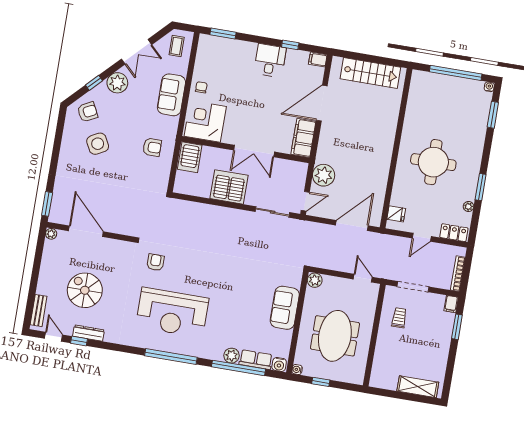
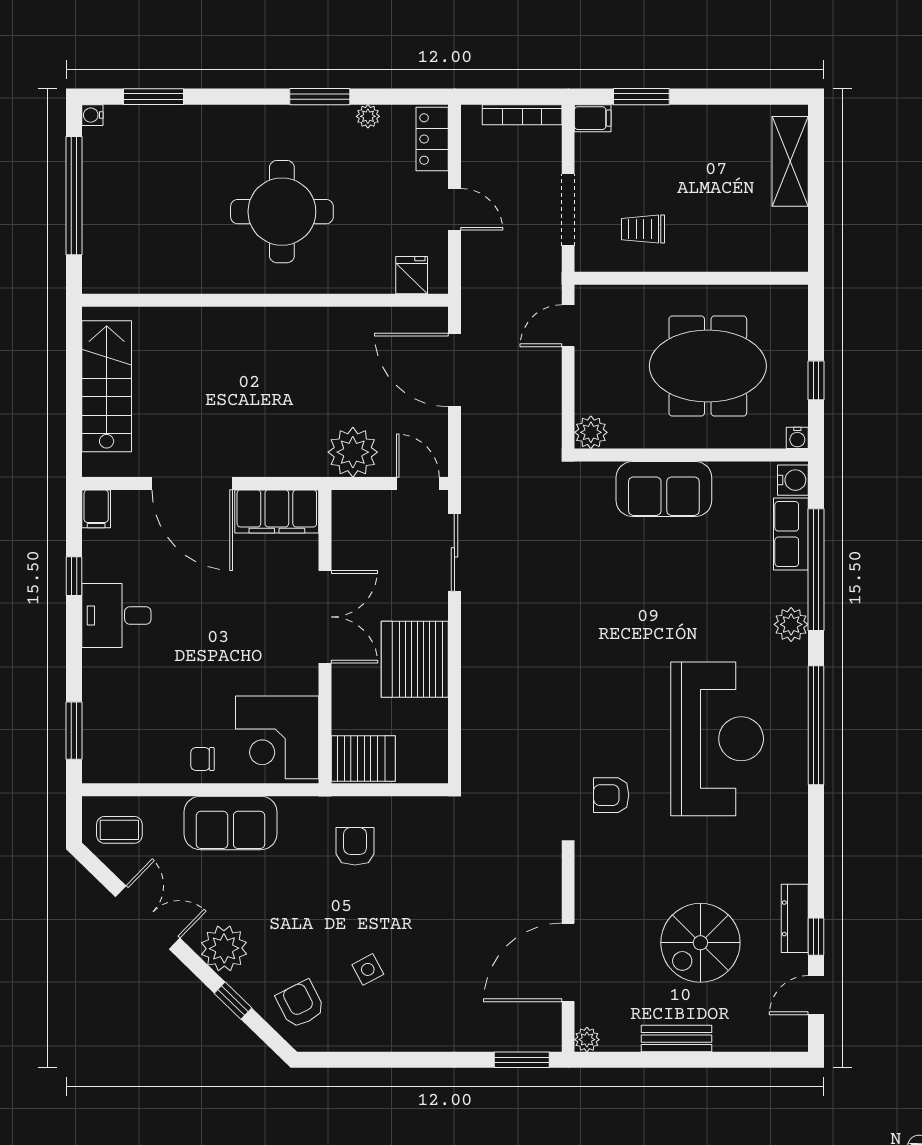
side table: (98, 144) -> (368, 969), width x0.54, depth x0.54
bench: (39, 311) -> (677, 1039), moved
plant: (232, 356) -> (791, 624), moved

